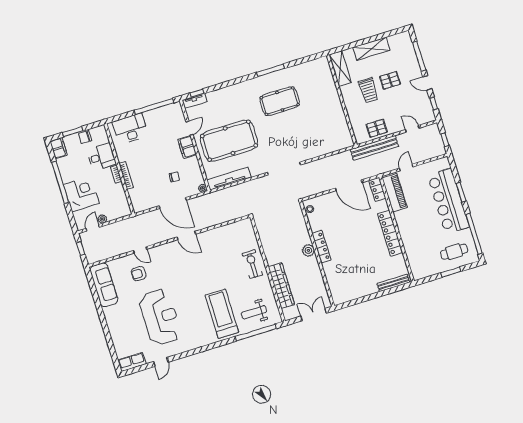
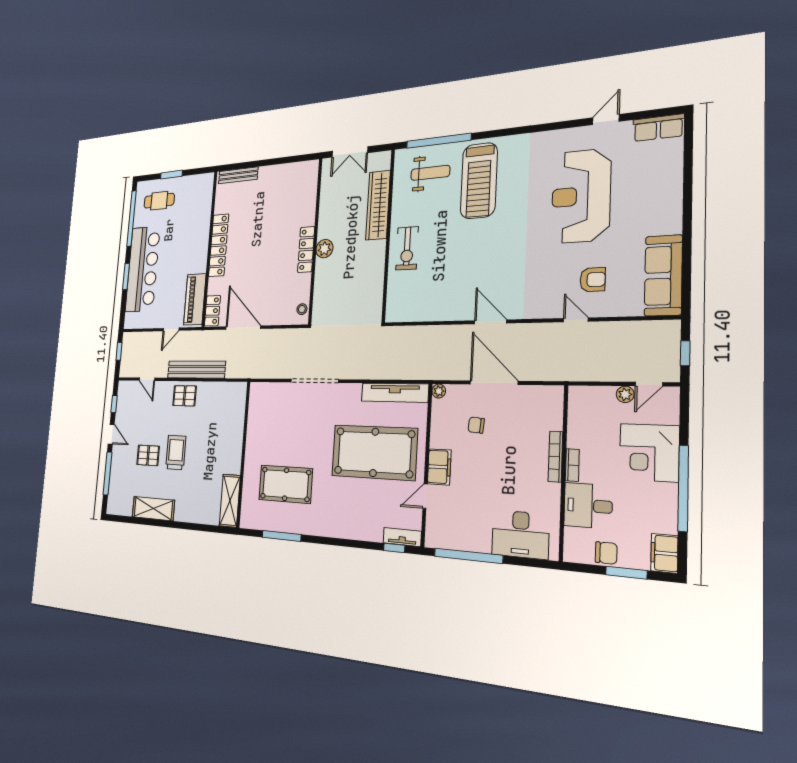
shelving: (340, 69) -> (230, 501), moved
wall: (342, 100) -> (243, 454), moved

